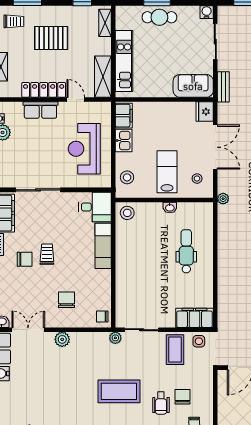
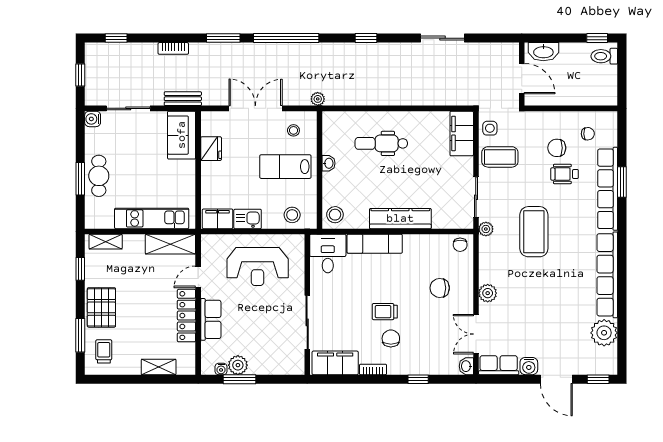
pallet: (51, 38) -> (101, 307), moved
fridge: (205, 112) -> (211, 149), moved, turned -90
kitchen counter: (124, 267) -> (400, 219), added
coffee table: (119, 391) -> (534, 232), moved
wheelchair: (161, 403) -> (565, 174), turned 180

